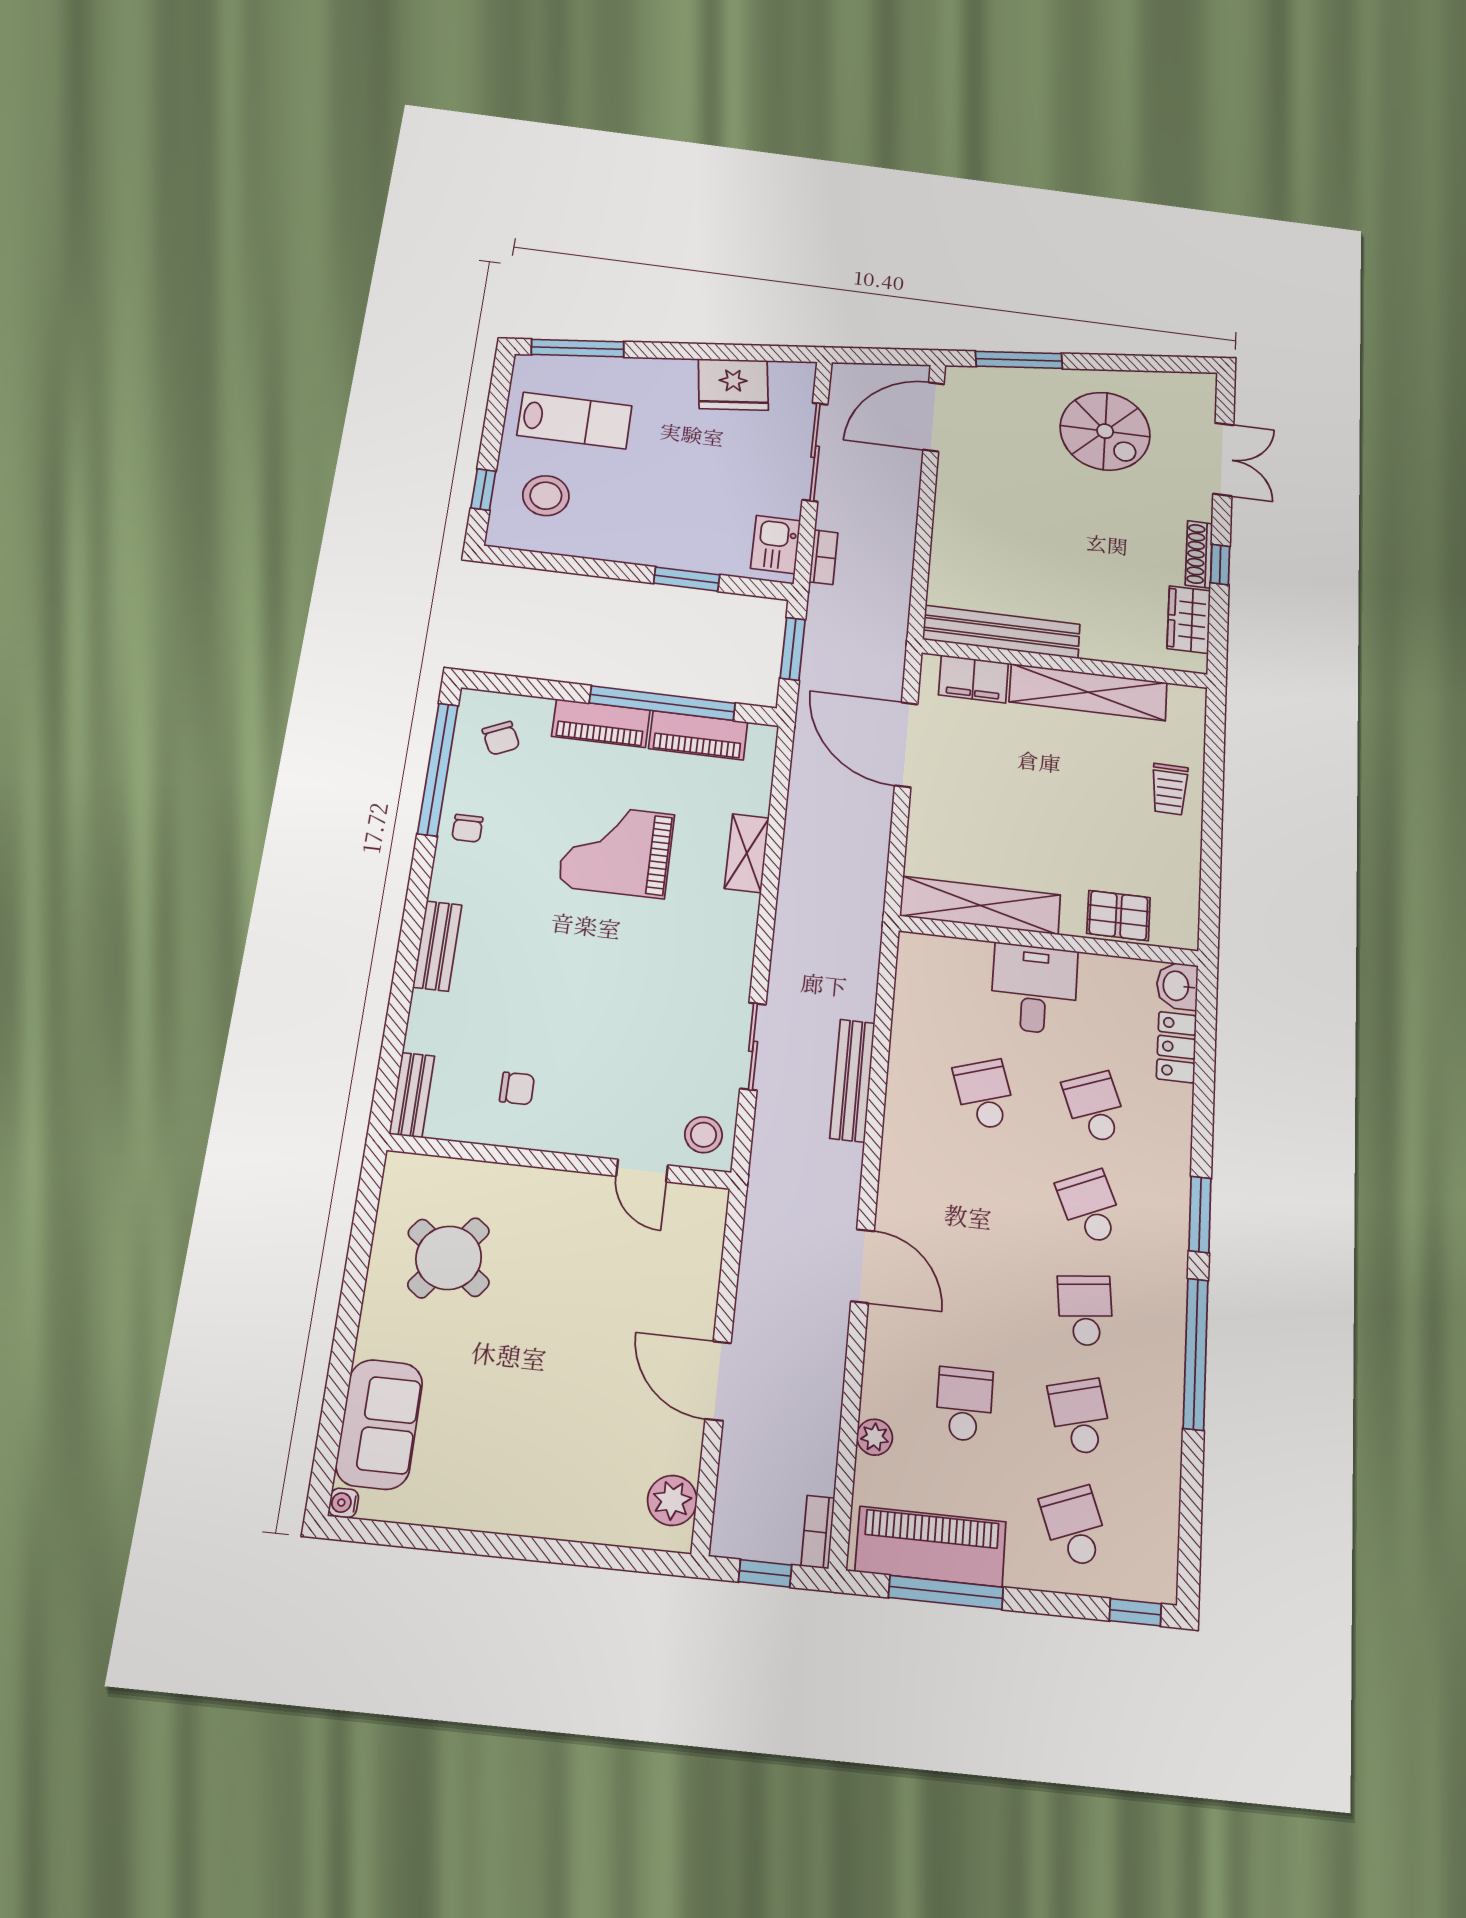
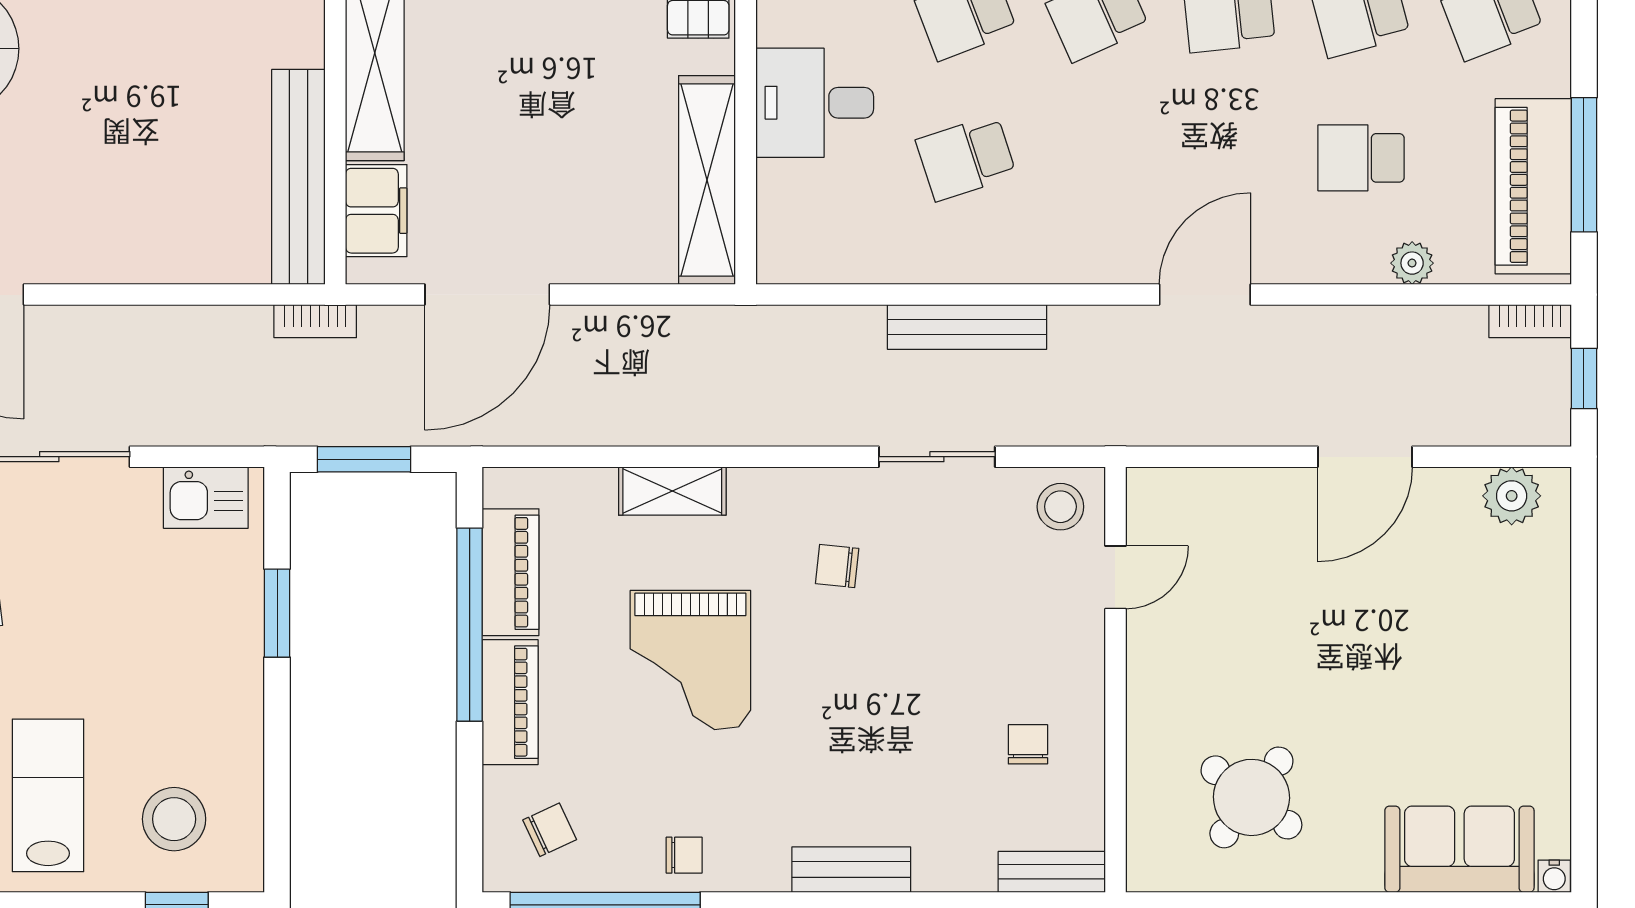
bookcase: (824, 557) -> (315, 321), moved, turned 180
chair: (676, 963) -> (837, 566), added

